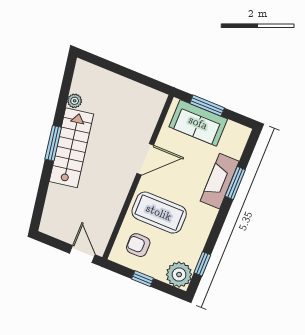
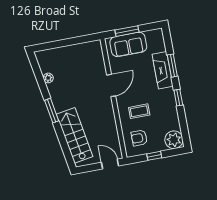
stairs: (71, 148) -> (75, 135), moved
coffee table: (159, 213) -> (139, 111), width x0.54, depth x0.58
window: (202, 264) -> (178, 98), moved

